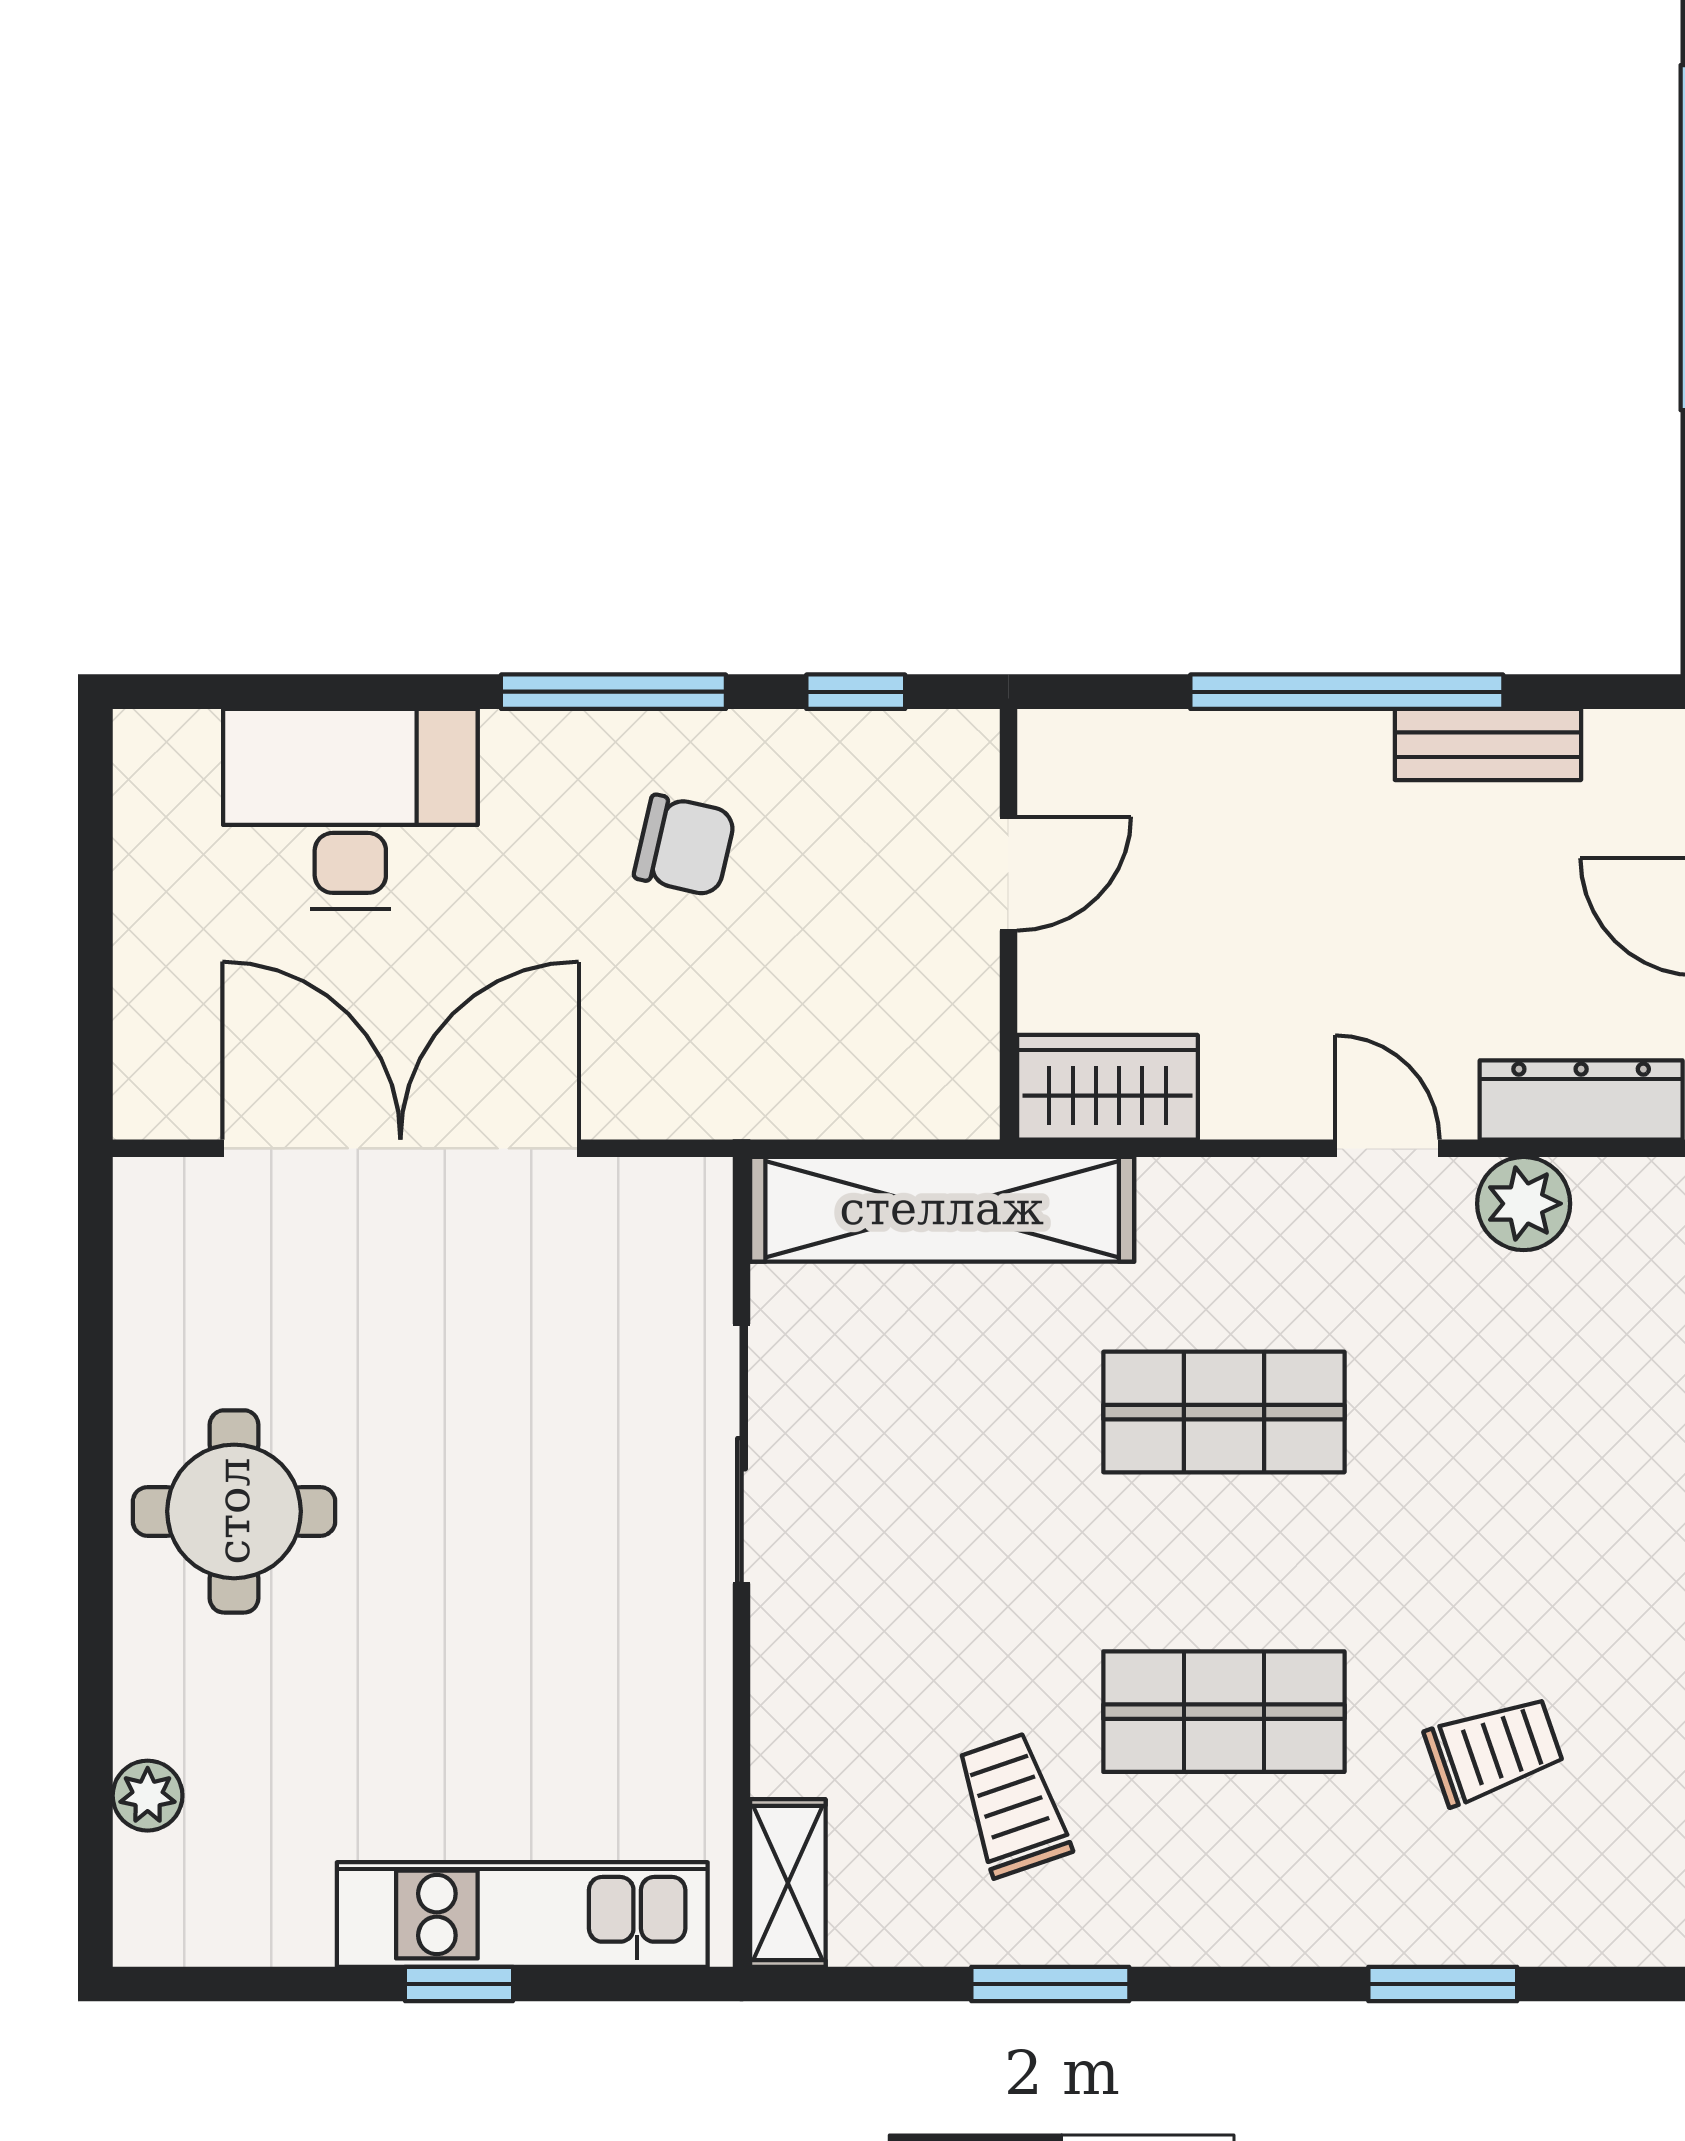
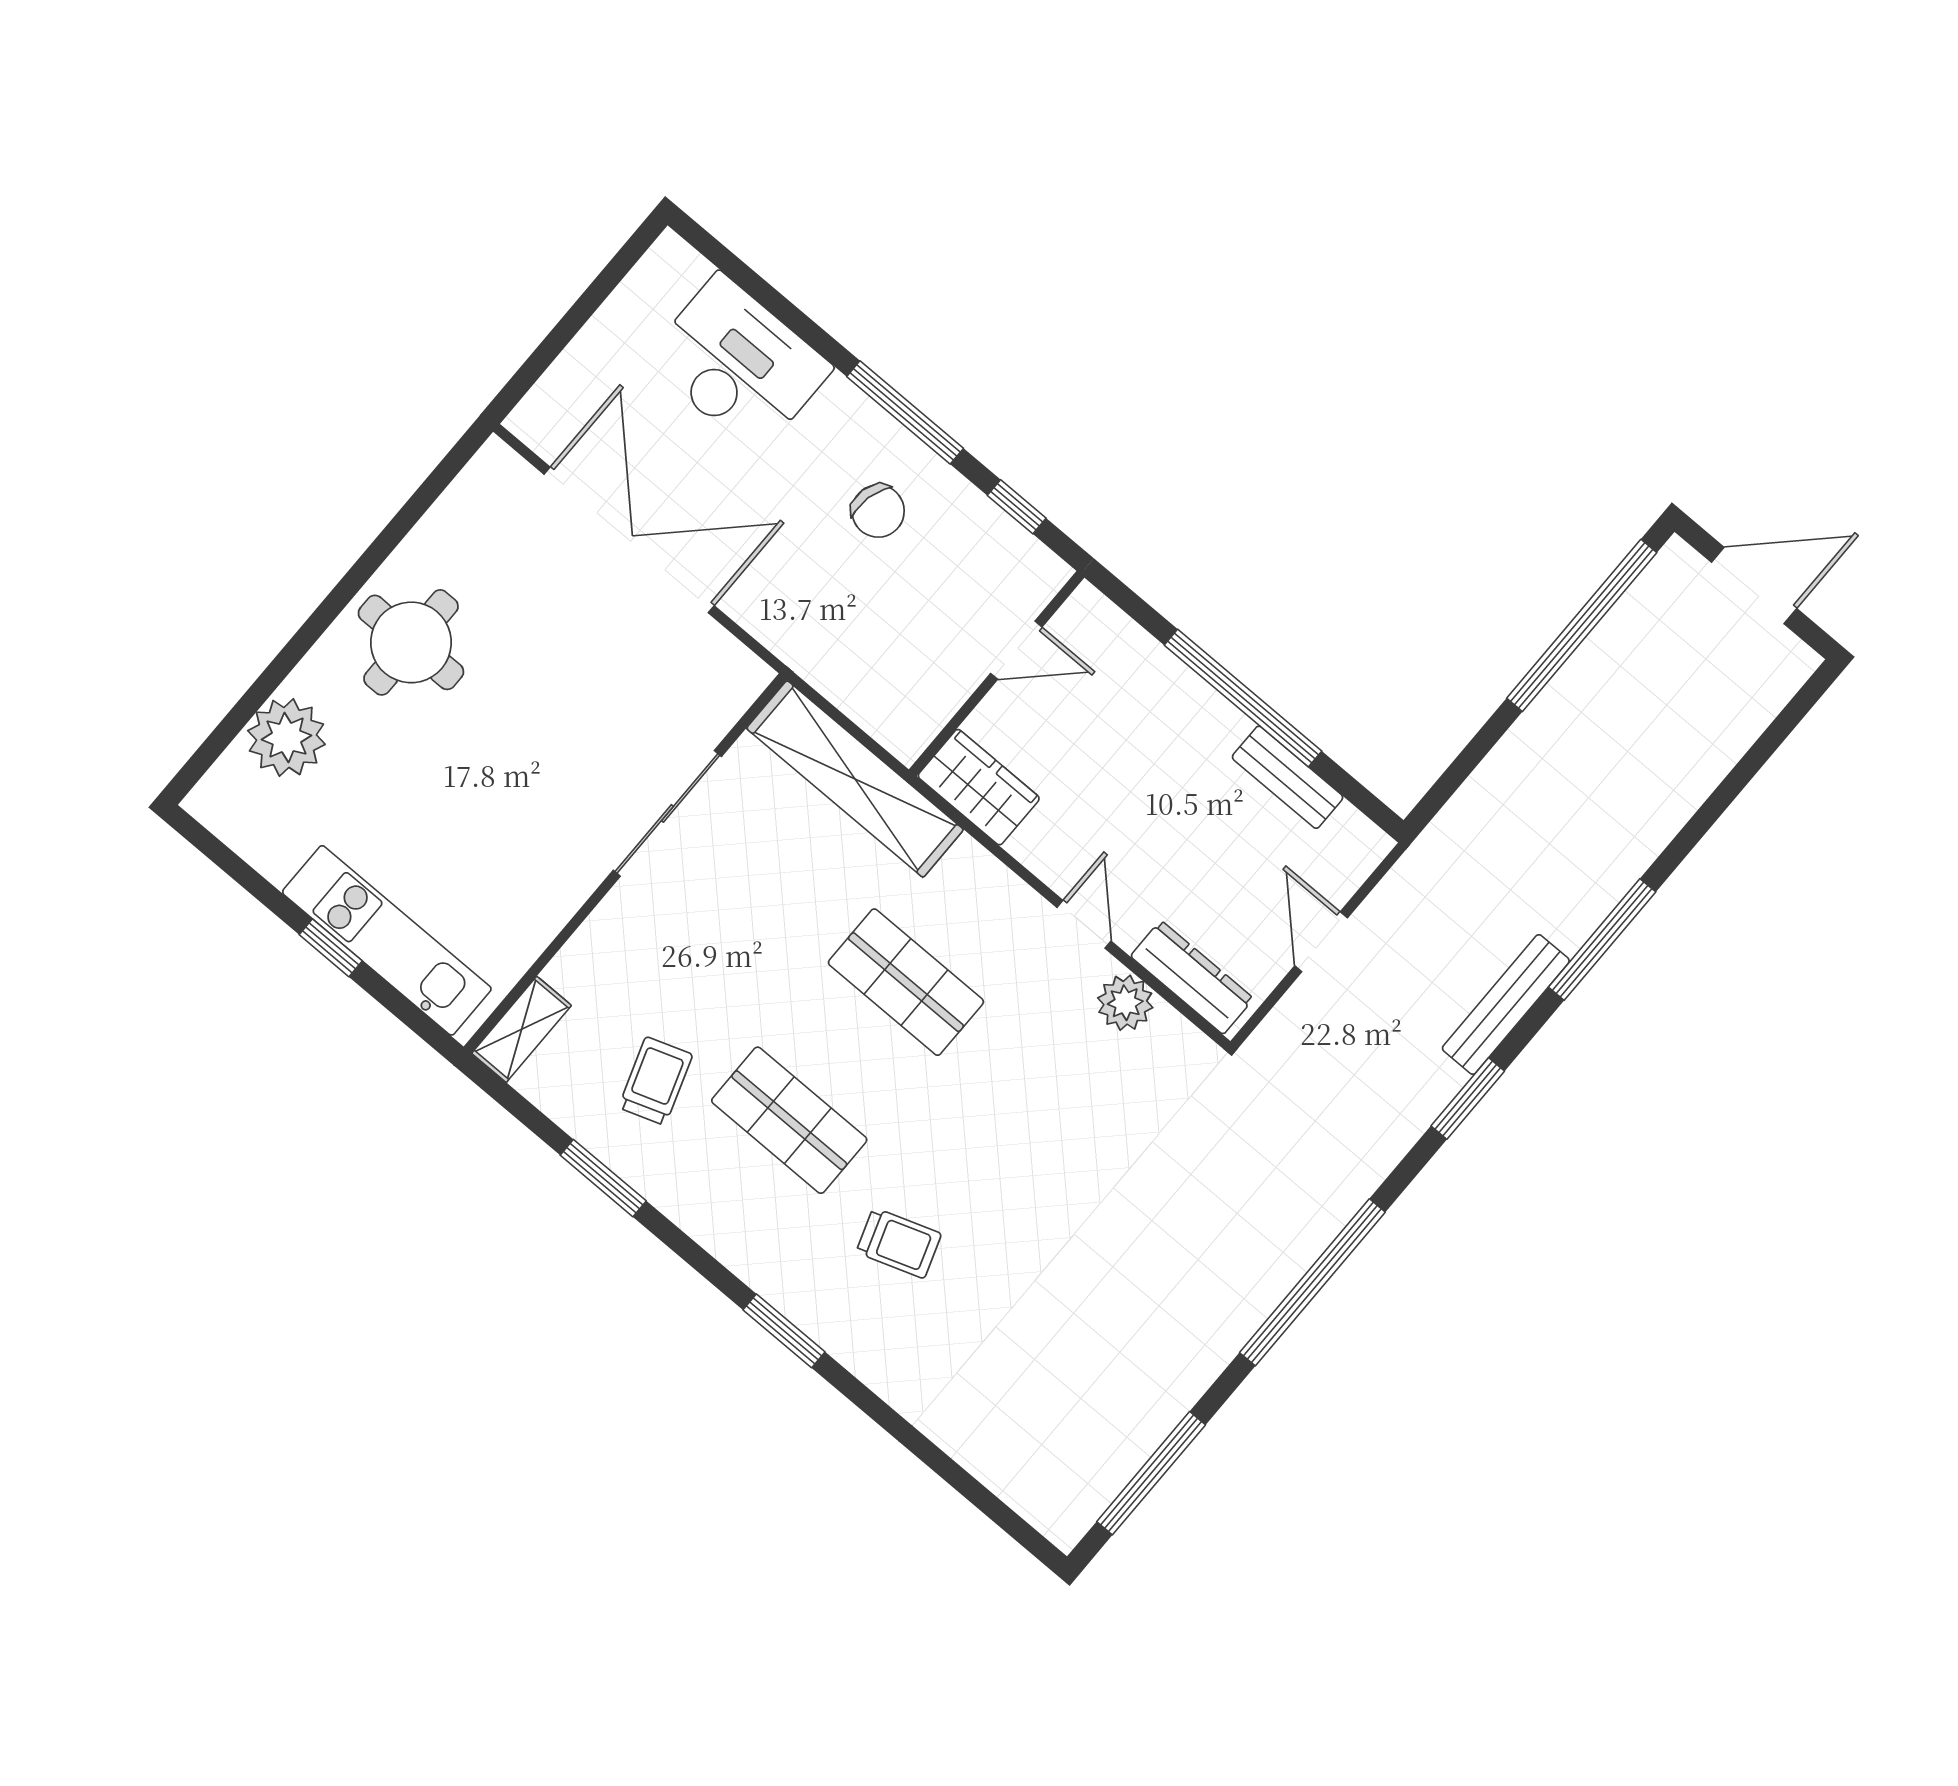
plant: (148, 1796) -> (286, 738), width x1.87, depth x1.87

